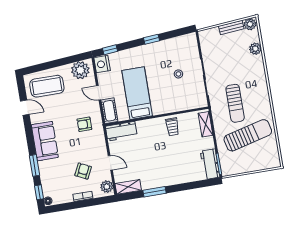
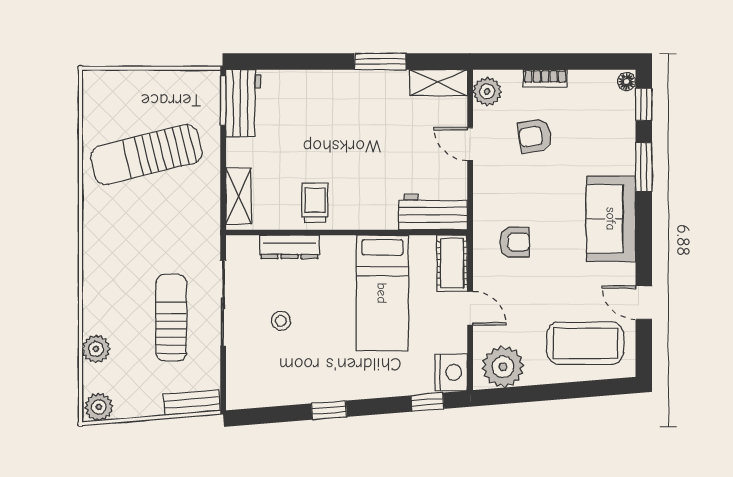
bench: (231, 27) -> (192, 403), moved
sun lounger: (235, 103) -> (171, 318), moved
dresser: (180, 106) -> (289, 247), added
armchair: (83, 171) -> (535, 136), turned 55

